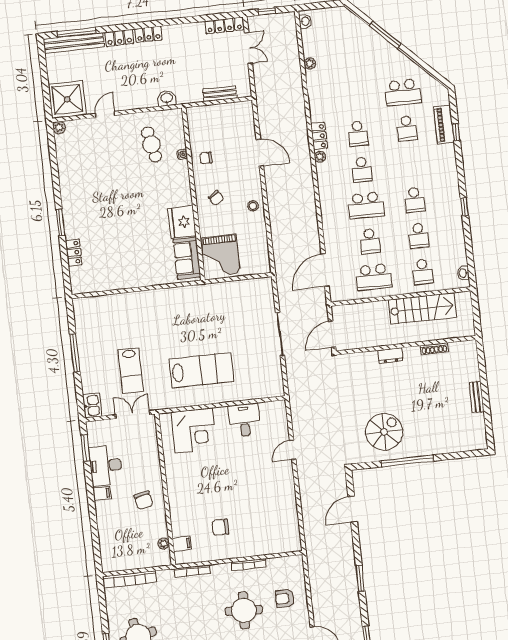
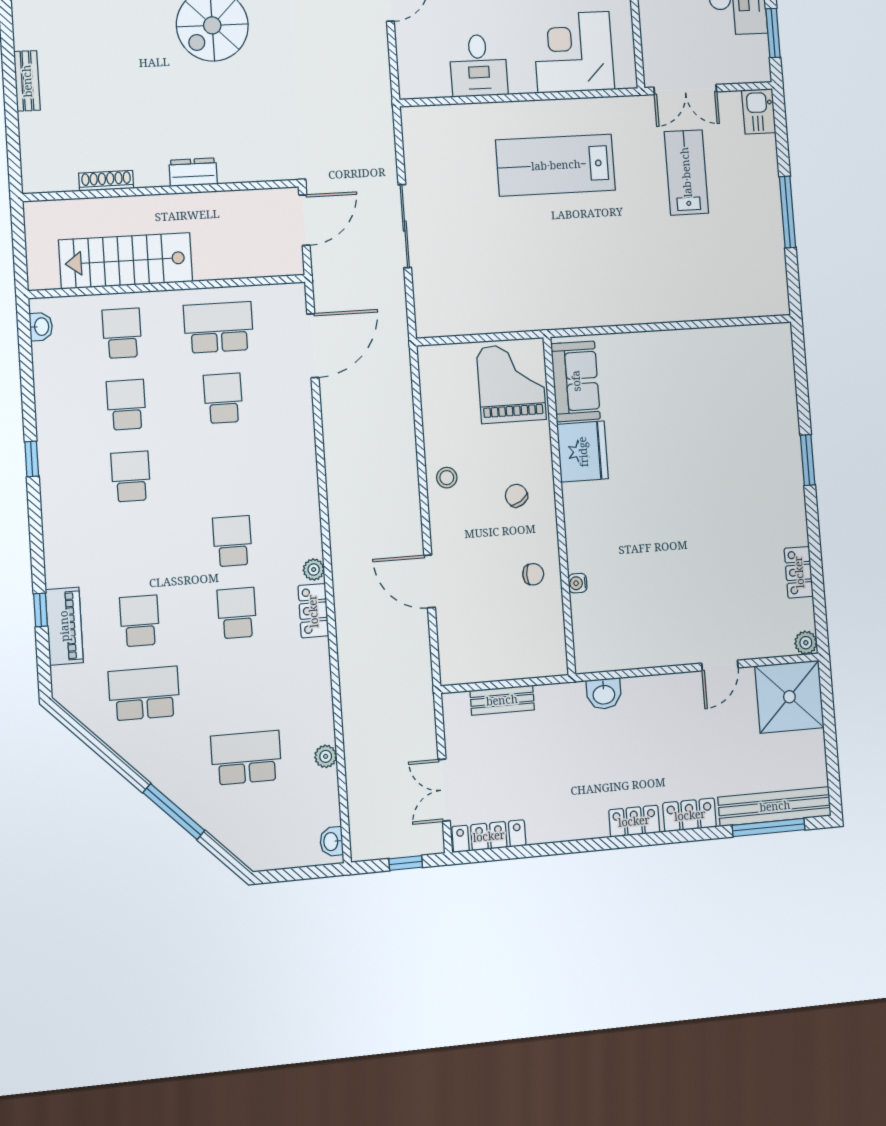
cafe table: (151, 144) -> (635, 604), removed
school desk: (366, 205) -> (246, 758), moved
locker: (74, 253) -> (799, 572), moved

